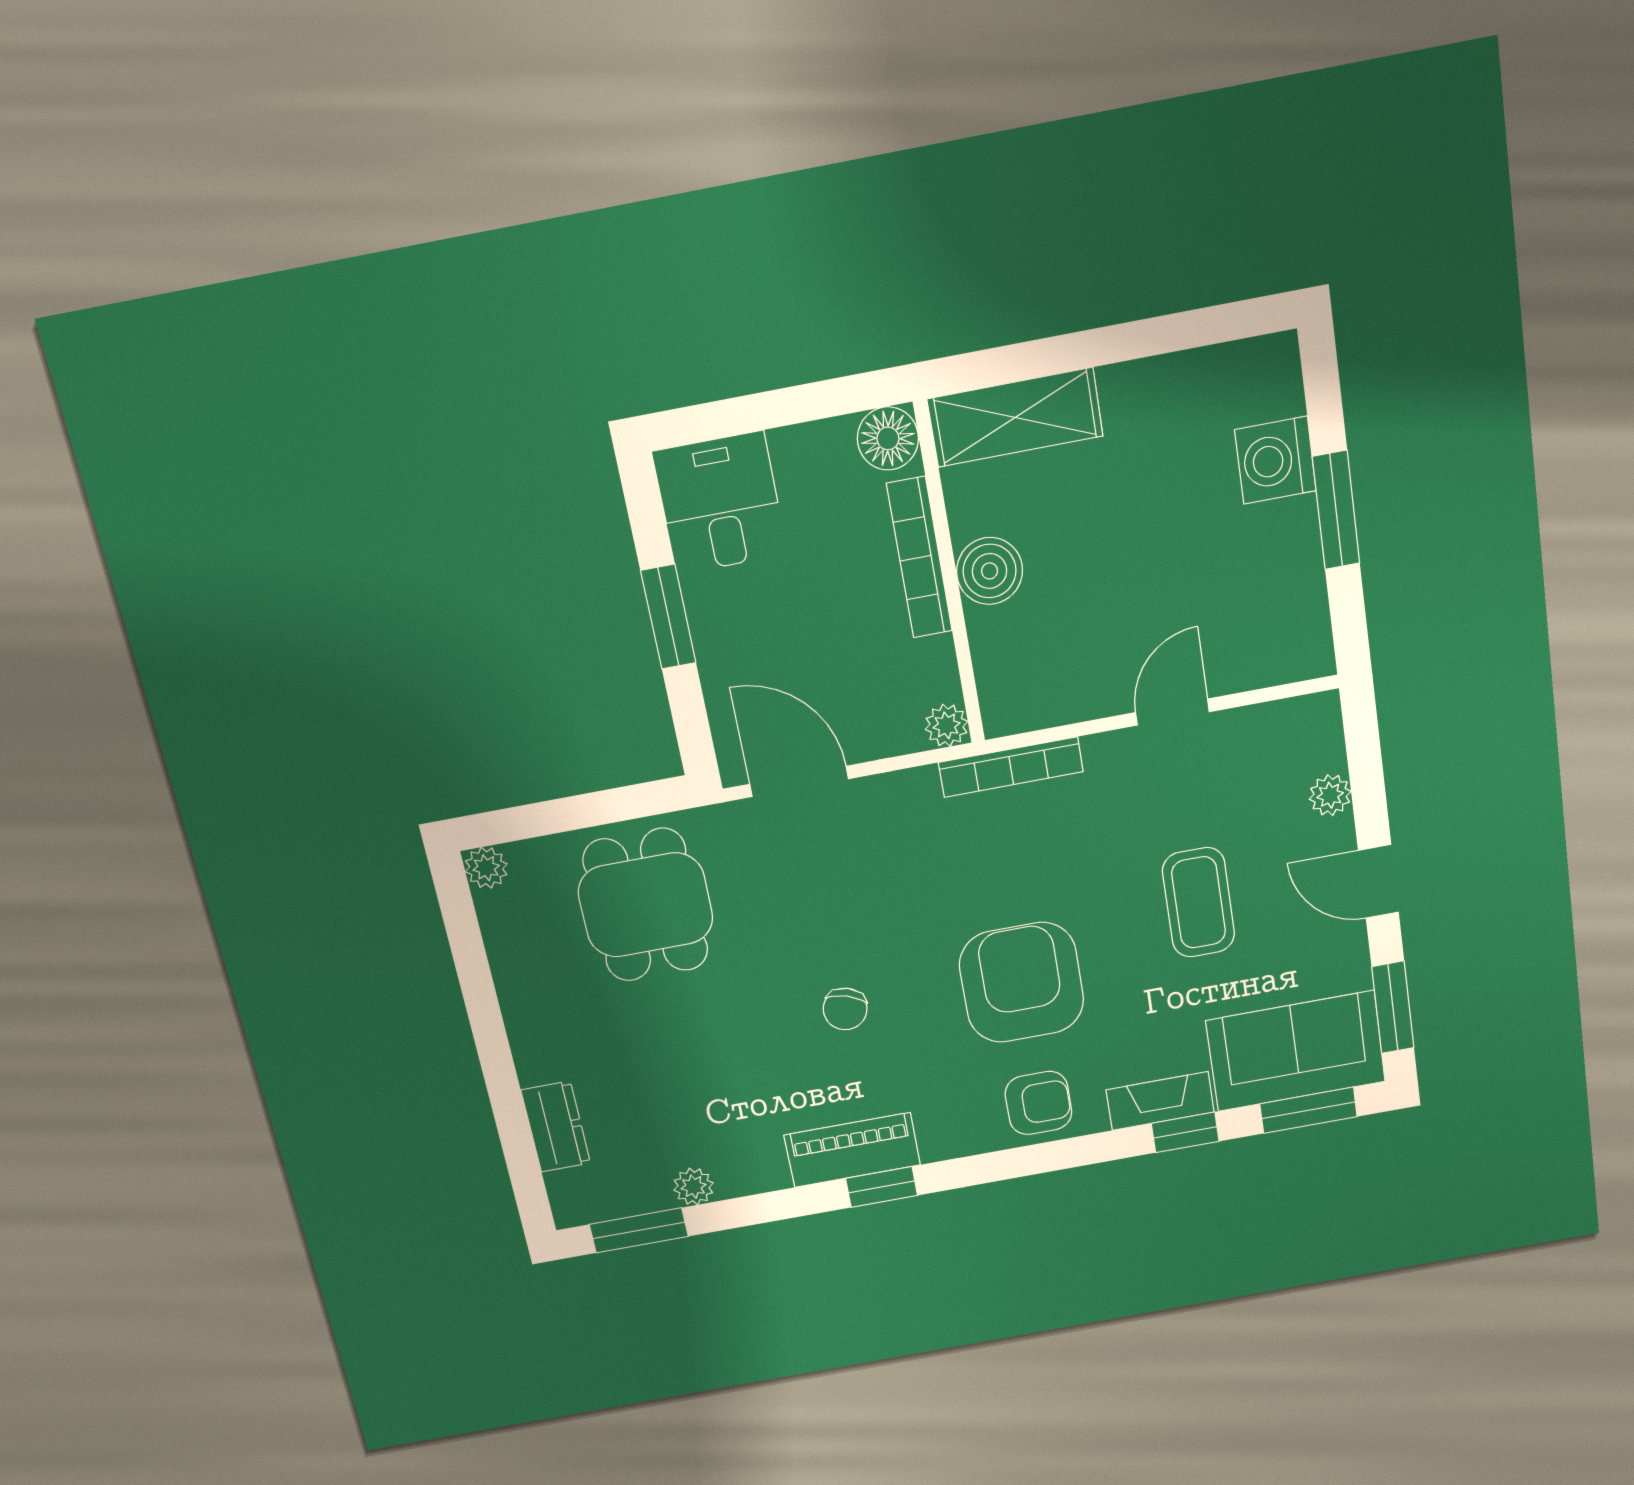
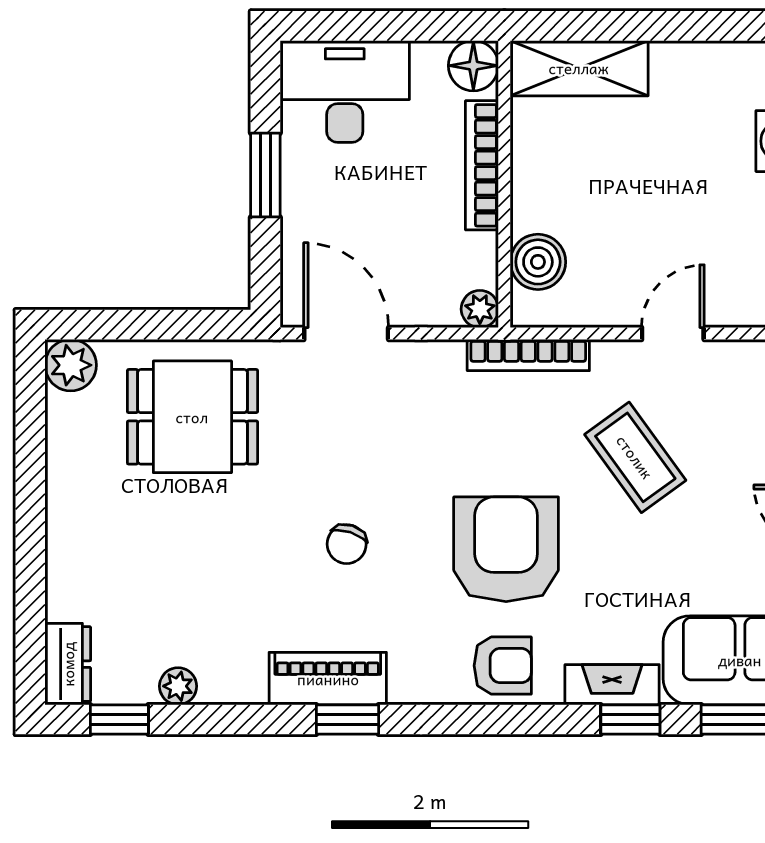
desk: (720, 503) -> (345, 91), width x1.37
boiler: (990, 571) -> (538, 262), moved
plant: (486, 868) -> (71, 365), width x1.38, depth x1.38
coffee table: (1199, 902) -> (635, 457), moved, turned -36
dining table: (646, 905) -> (192, 417), turned 90
dresser: (556, 1127) -> (68, 664), moved
window: (639, 1230) -> (119, 719), width x0.67

